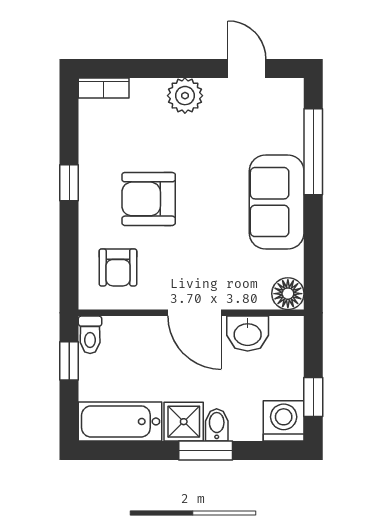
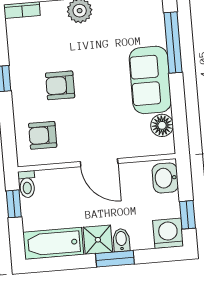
armchair: (149, 199) -> (60, 85), width x0.72, depth x0.72
armchair: (118, 267) -> (43, 135), turned 90
floor lamp: (288, 294) -> (162, 125), moved
washbasin: (248, 334) -> (165, 178), moved, turned 90

